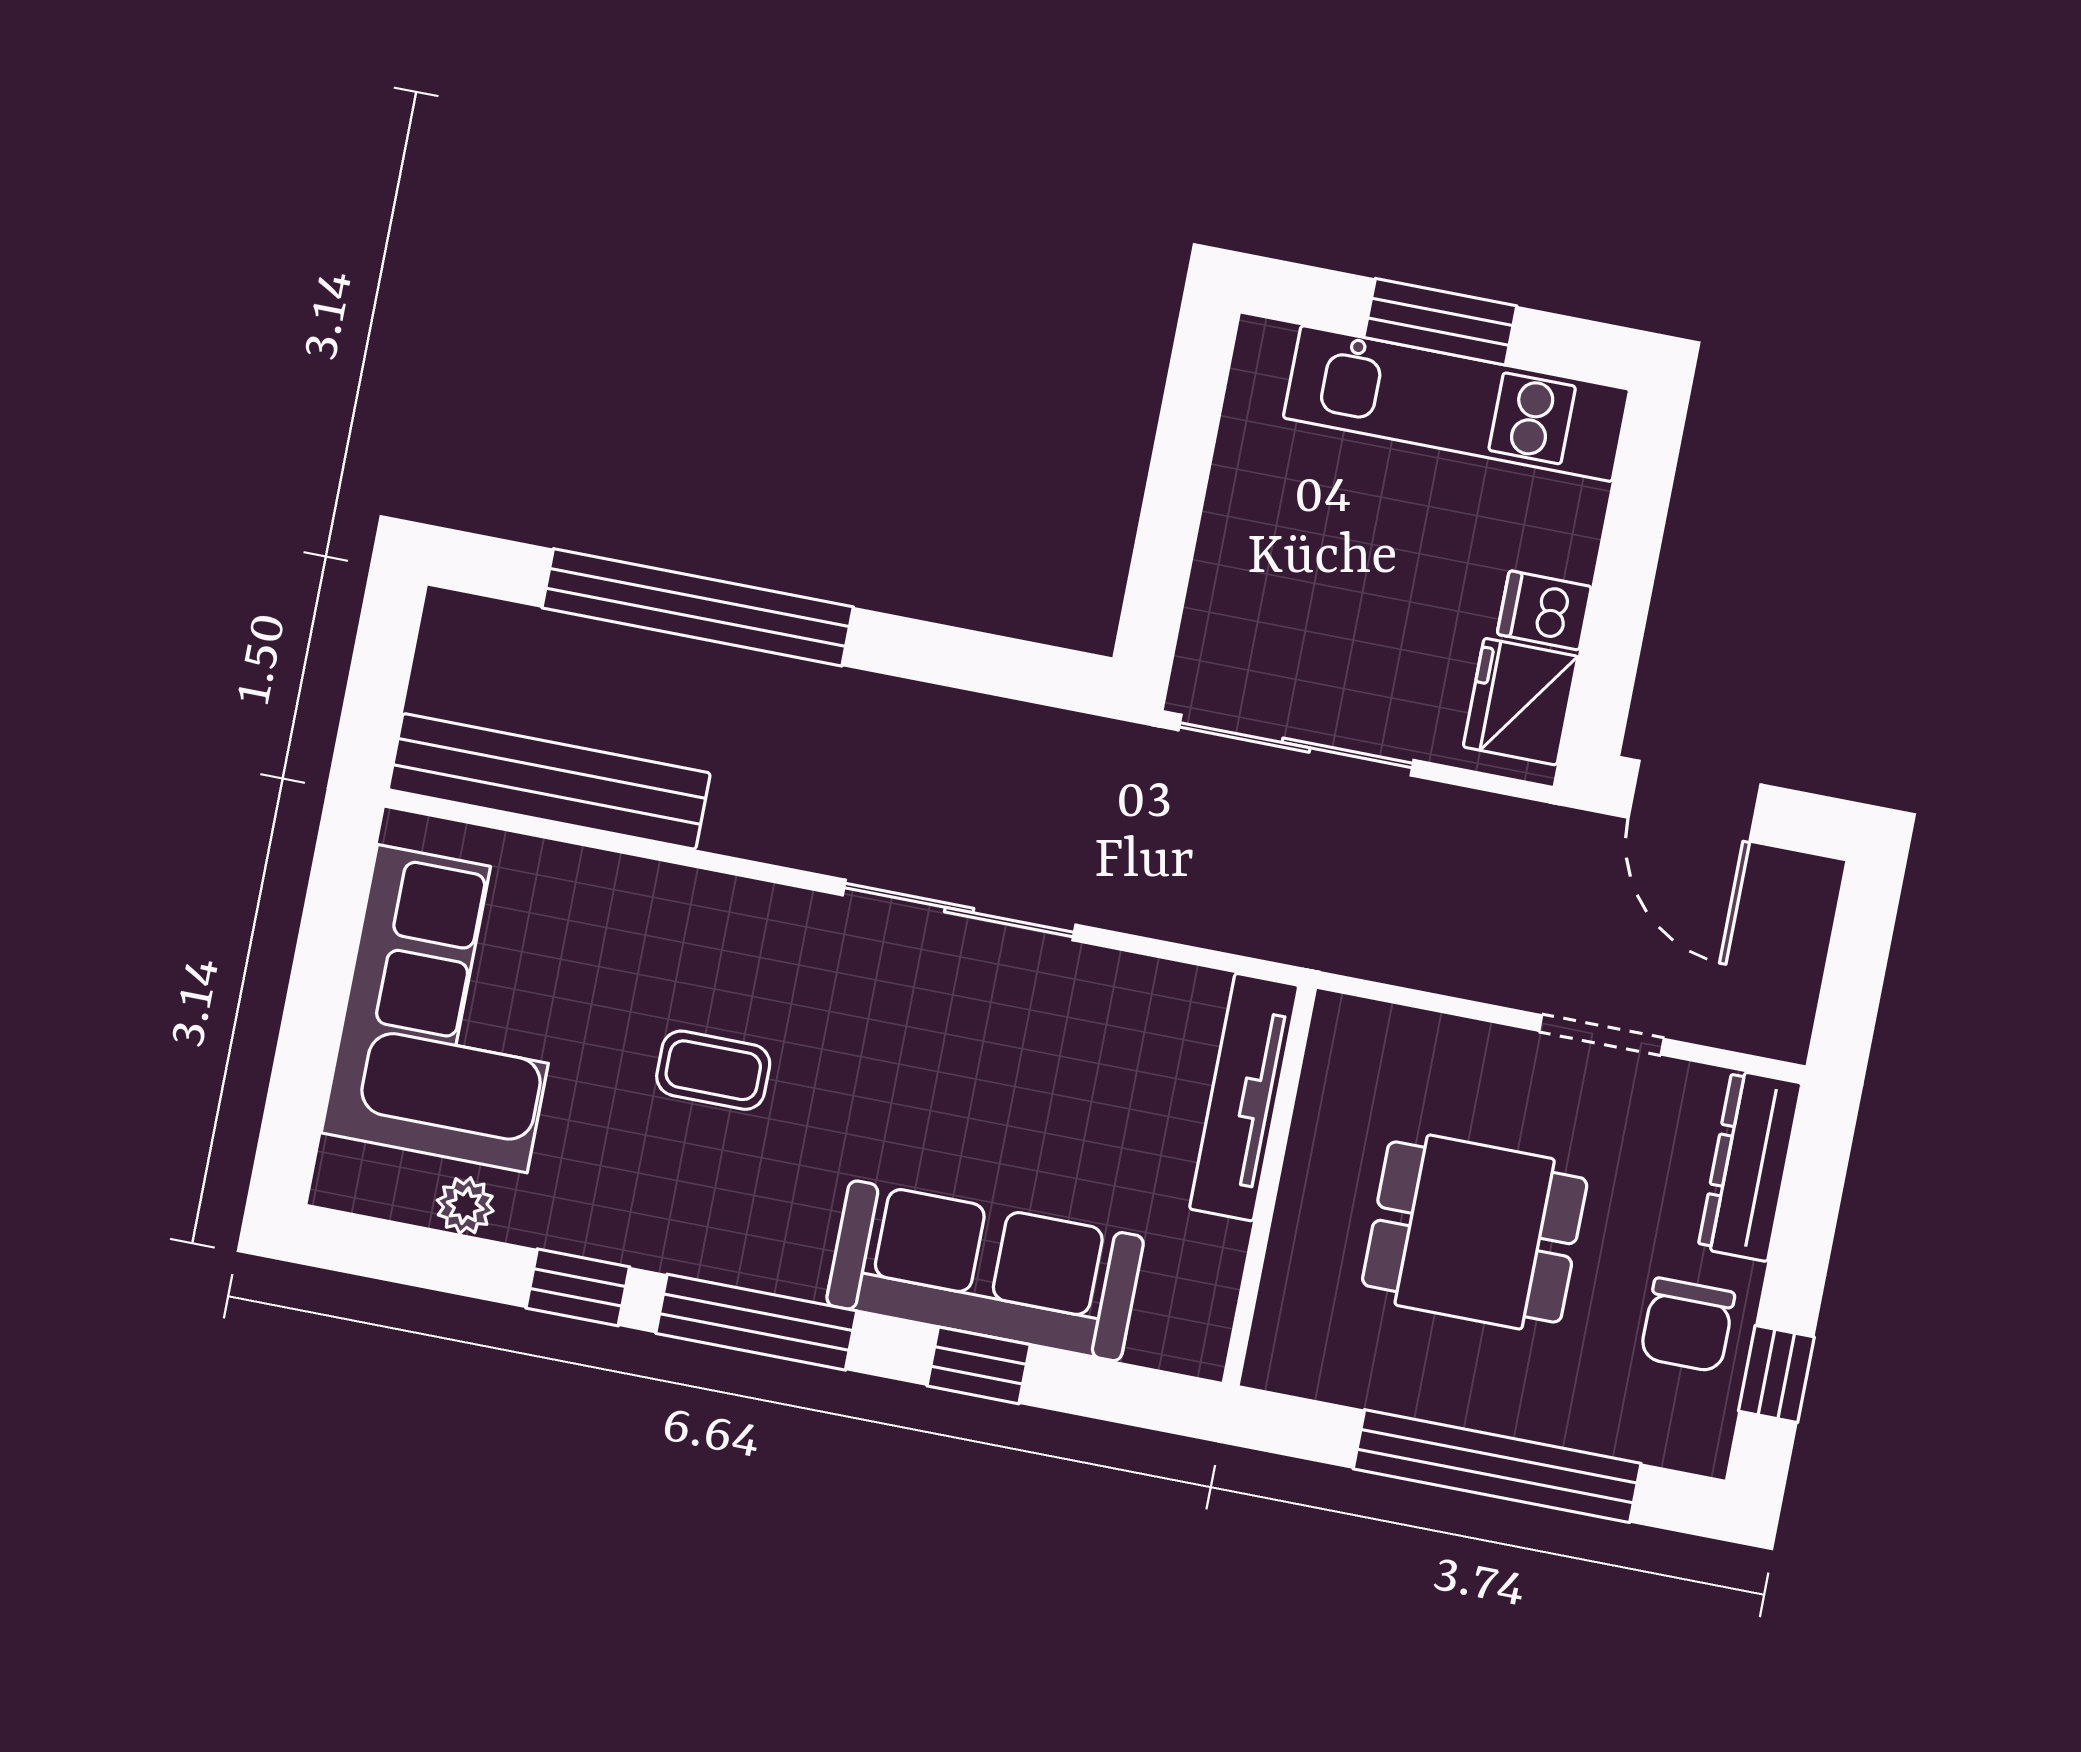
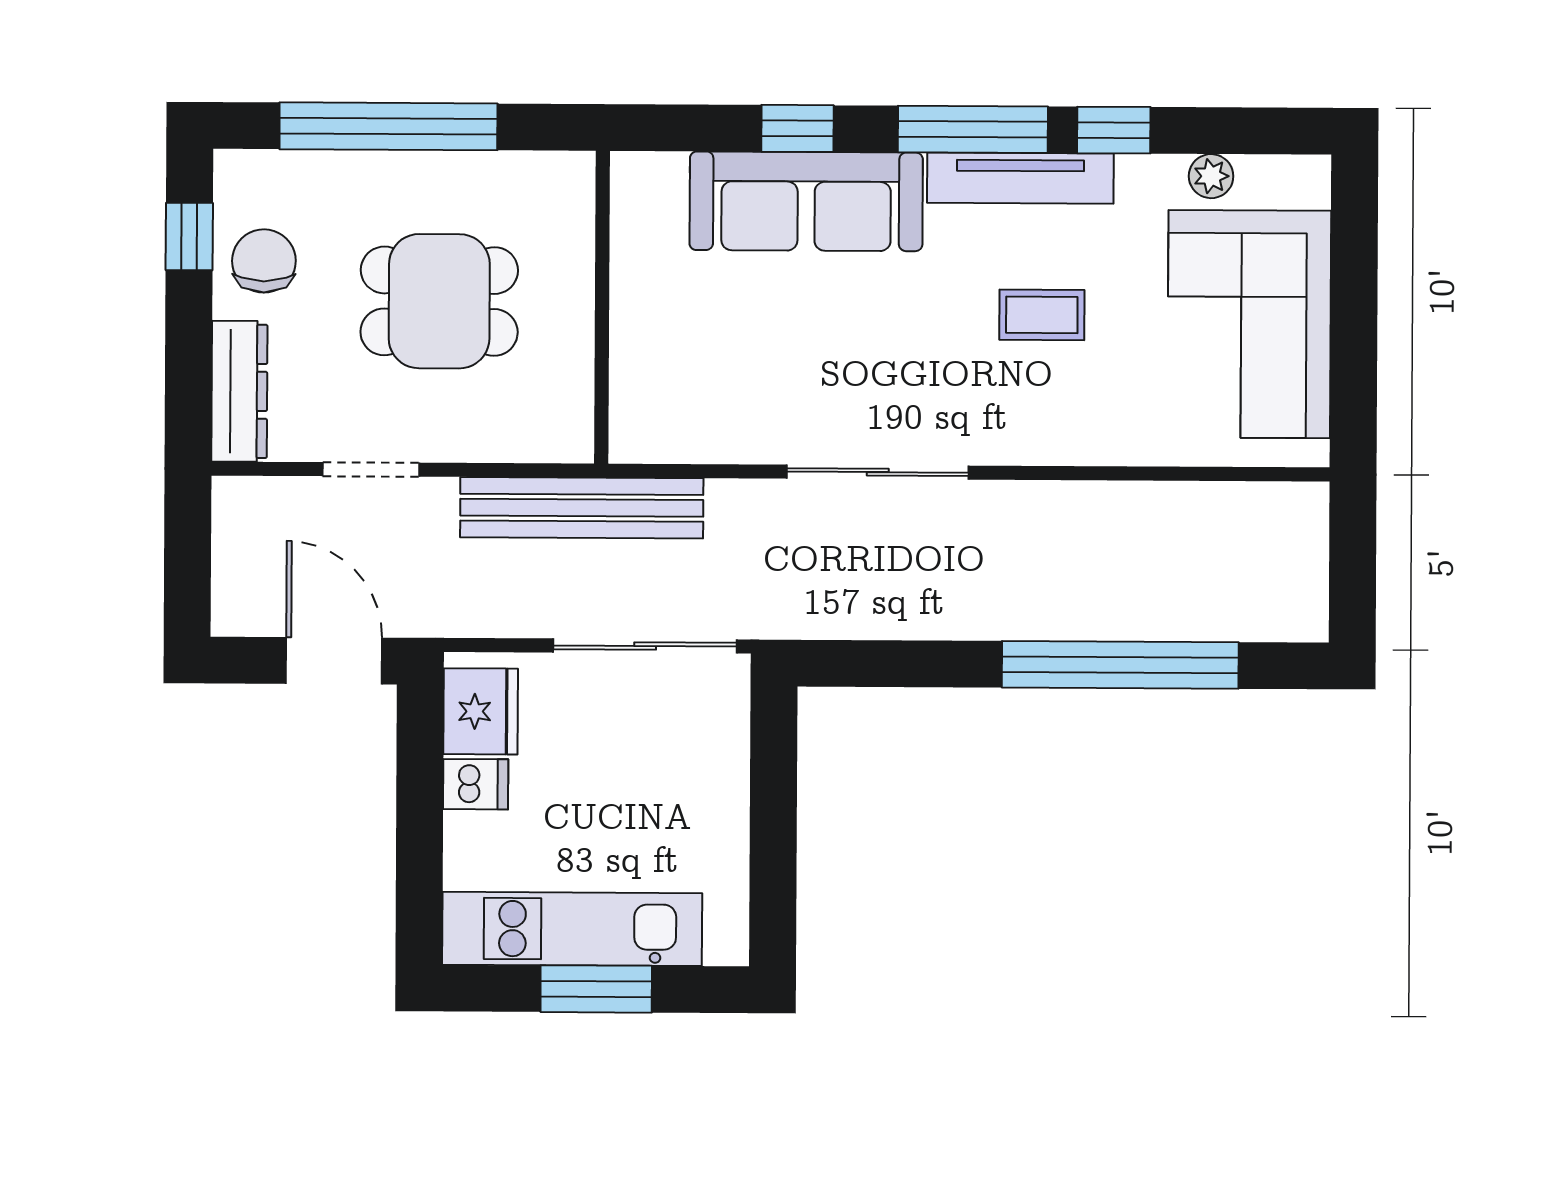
bench: (549, 781) -> (582, 508), moved
tv unit: (1244, 1097) -> (1020, 178), moved, turned 90

